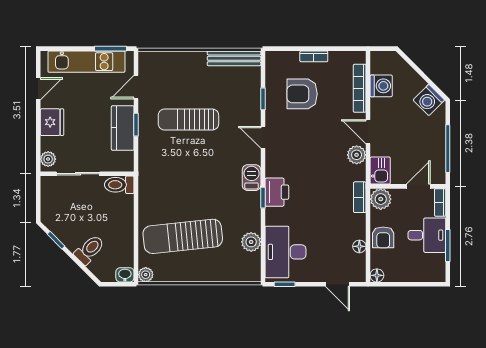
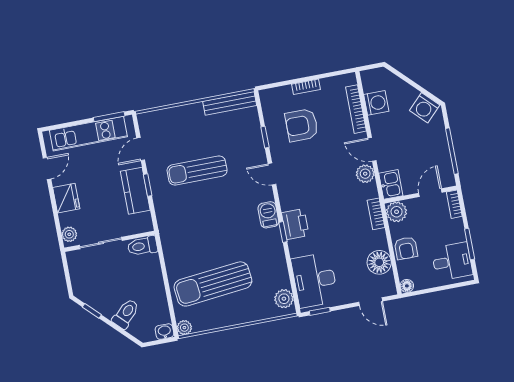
desk: (427, 235) -> (452, 261), moved
plant: (251, 242) -> (284, 299), moved
floor lamp: (359, 246) -> (379, 262), width x1.89, depth x1.89

